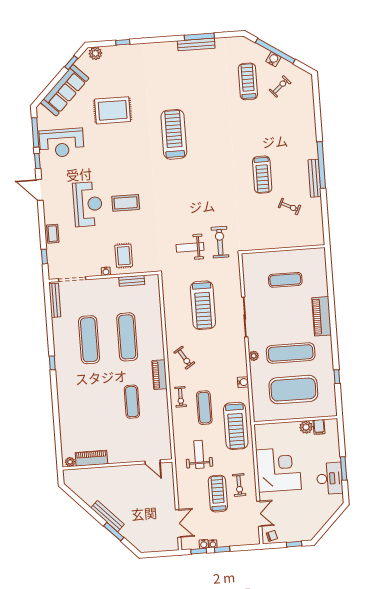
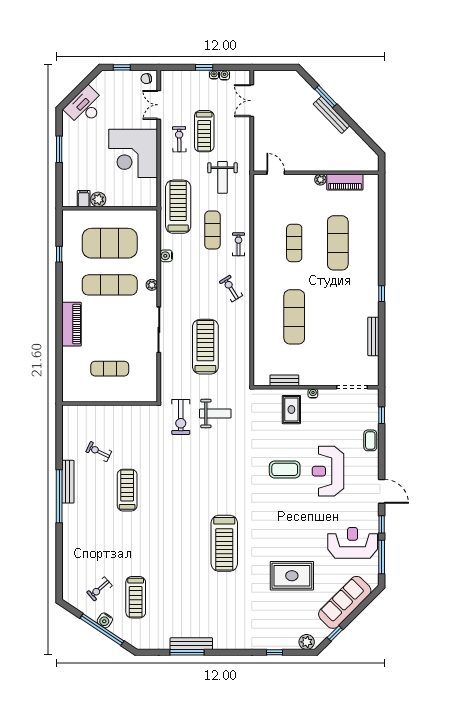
bench: (55, 300) -> (373, 336), moved
exercise mat: (89, 340) -> (338, 243), moved
piano: (159, 375) -> (261, 271), removed
plant: (70, 462) -> (320, 180), moved
desk: (330, 478) -> (85, 107), moved, turned 45
window: (199, 551) -> (231, 67), removed

